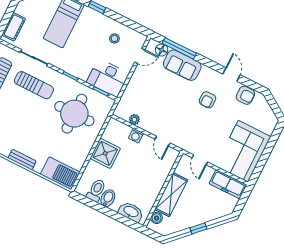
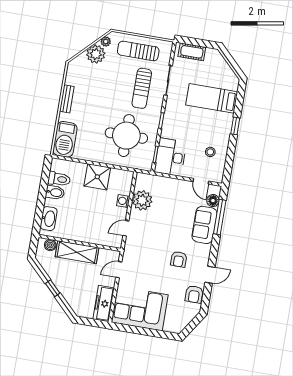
armchair: (207, 100) -> (179, 259), turned -90
plant: (134, 120) -> (142, 200), width x1.87, depth x1.87

